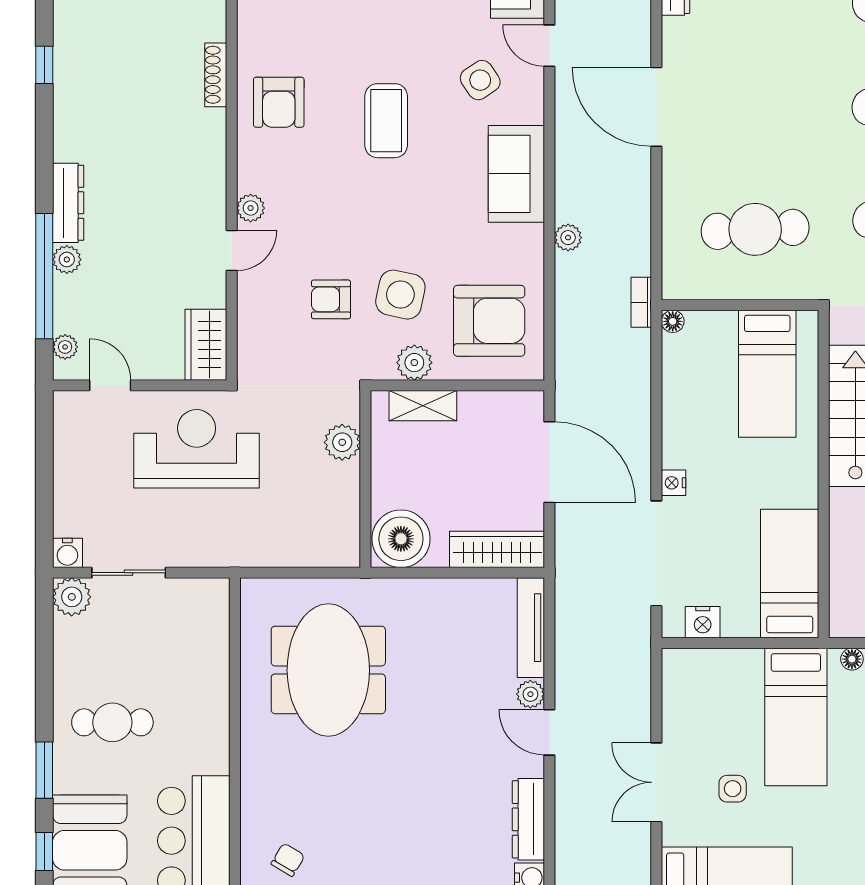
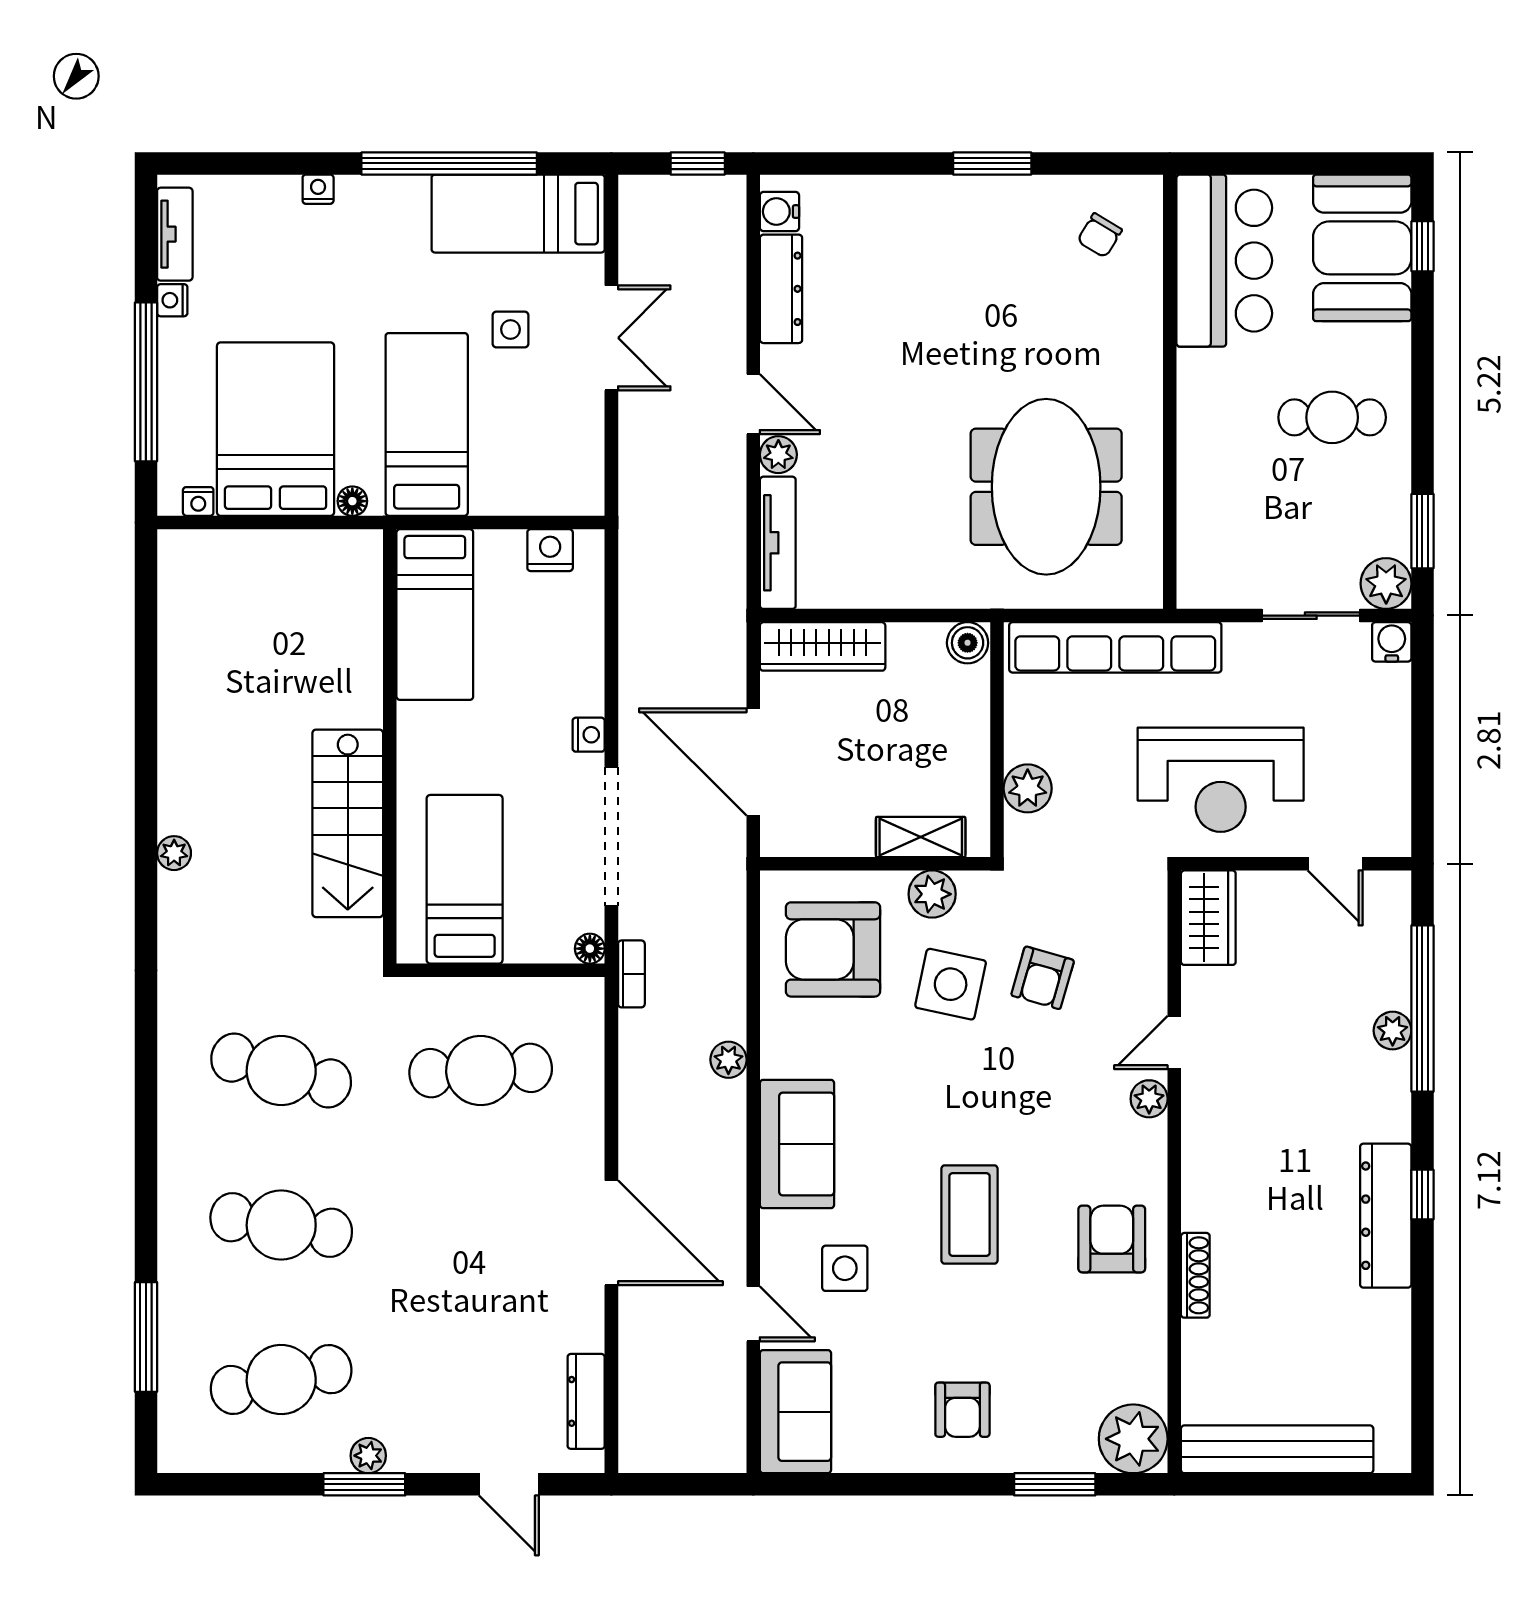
window: (44, 65) -> (1422, 1195), moved
side table: (480, 80) -> (845, 1268), turned 34
dresser: (68, 203) -> (1386, 1216), moved, width x1.37, depth x1.24
armchair: (331, 299) -> (1043, 978), turned 106
plant: (65, 347) -> (1395, 915), removed
boiler: (401, 539) -> (968, 643), width x0.54, depth x0.54
row of seats: (276, 549) -> (1115, 647), added
doorway: (656, 553) -> (611, 836), moved
window: (44, 770) -> (1422, 531), moved

